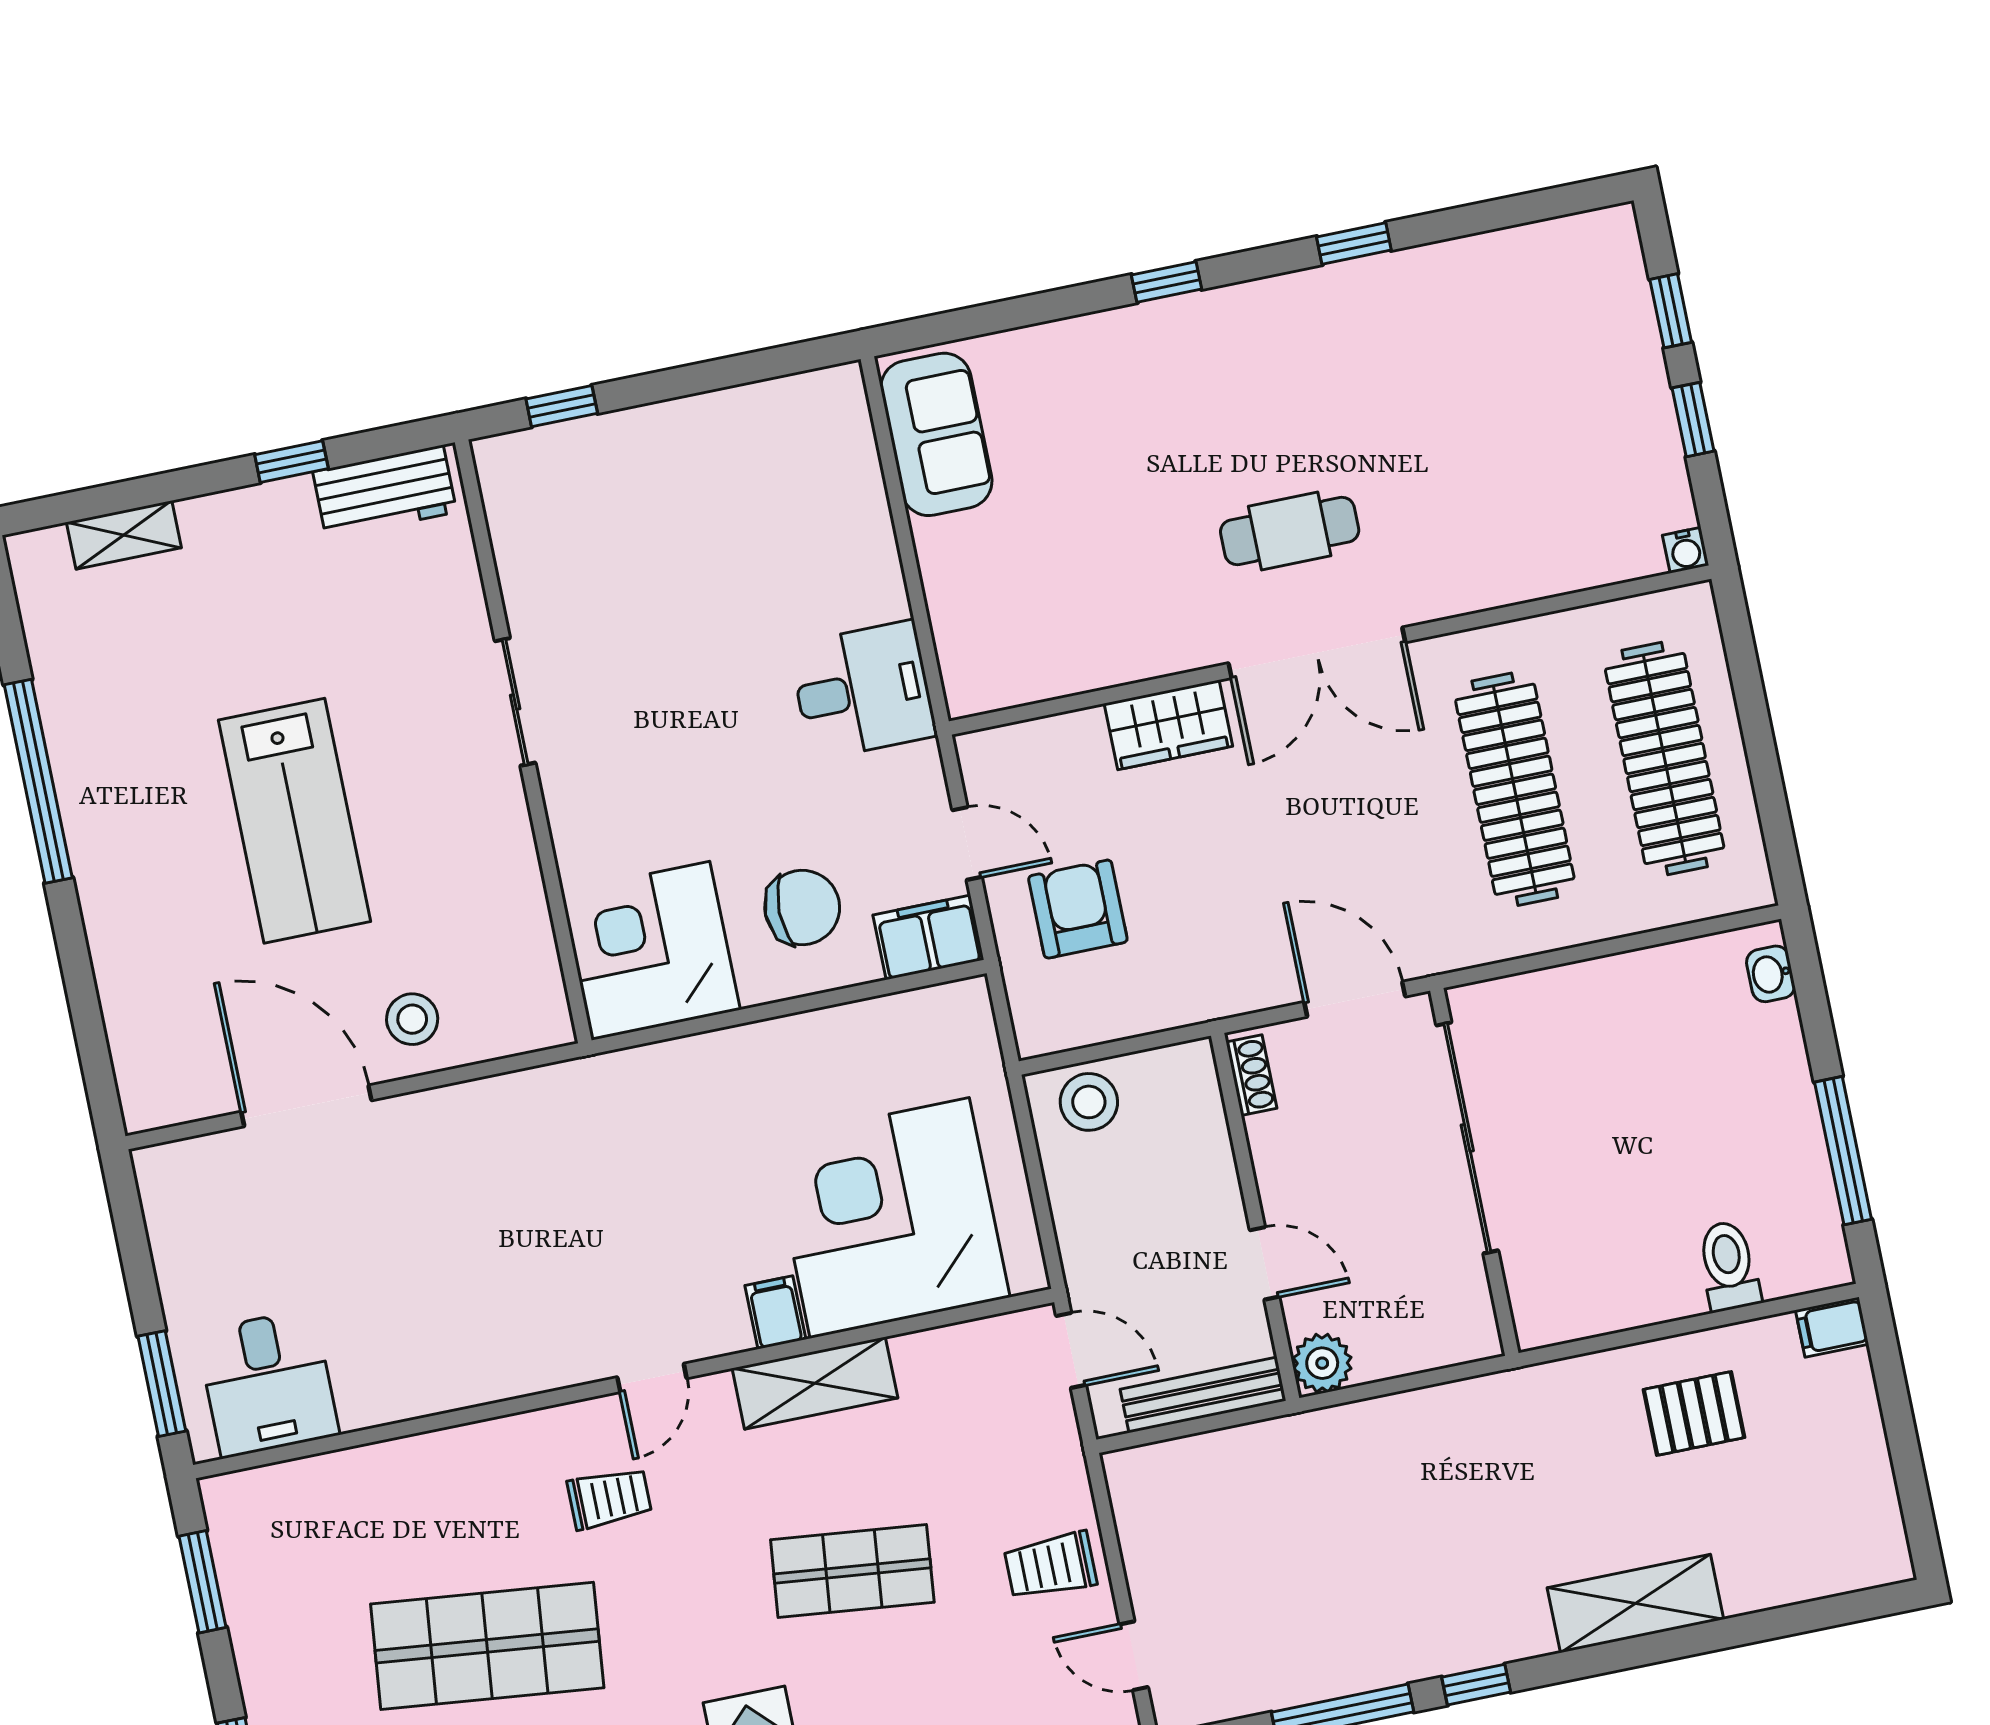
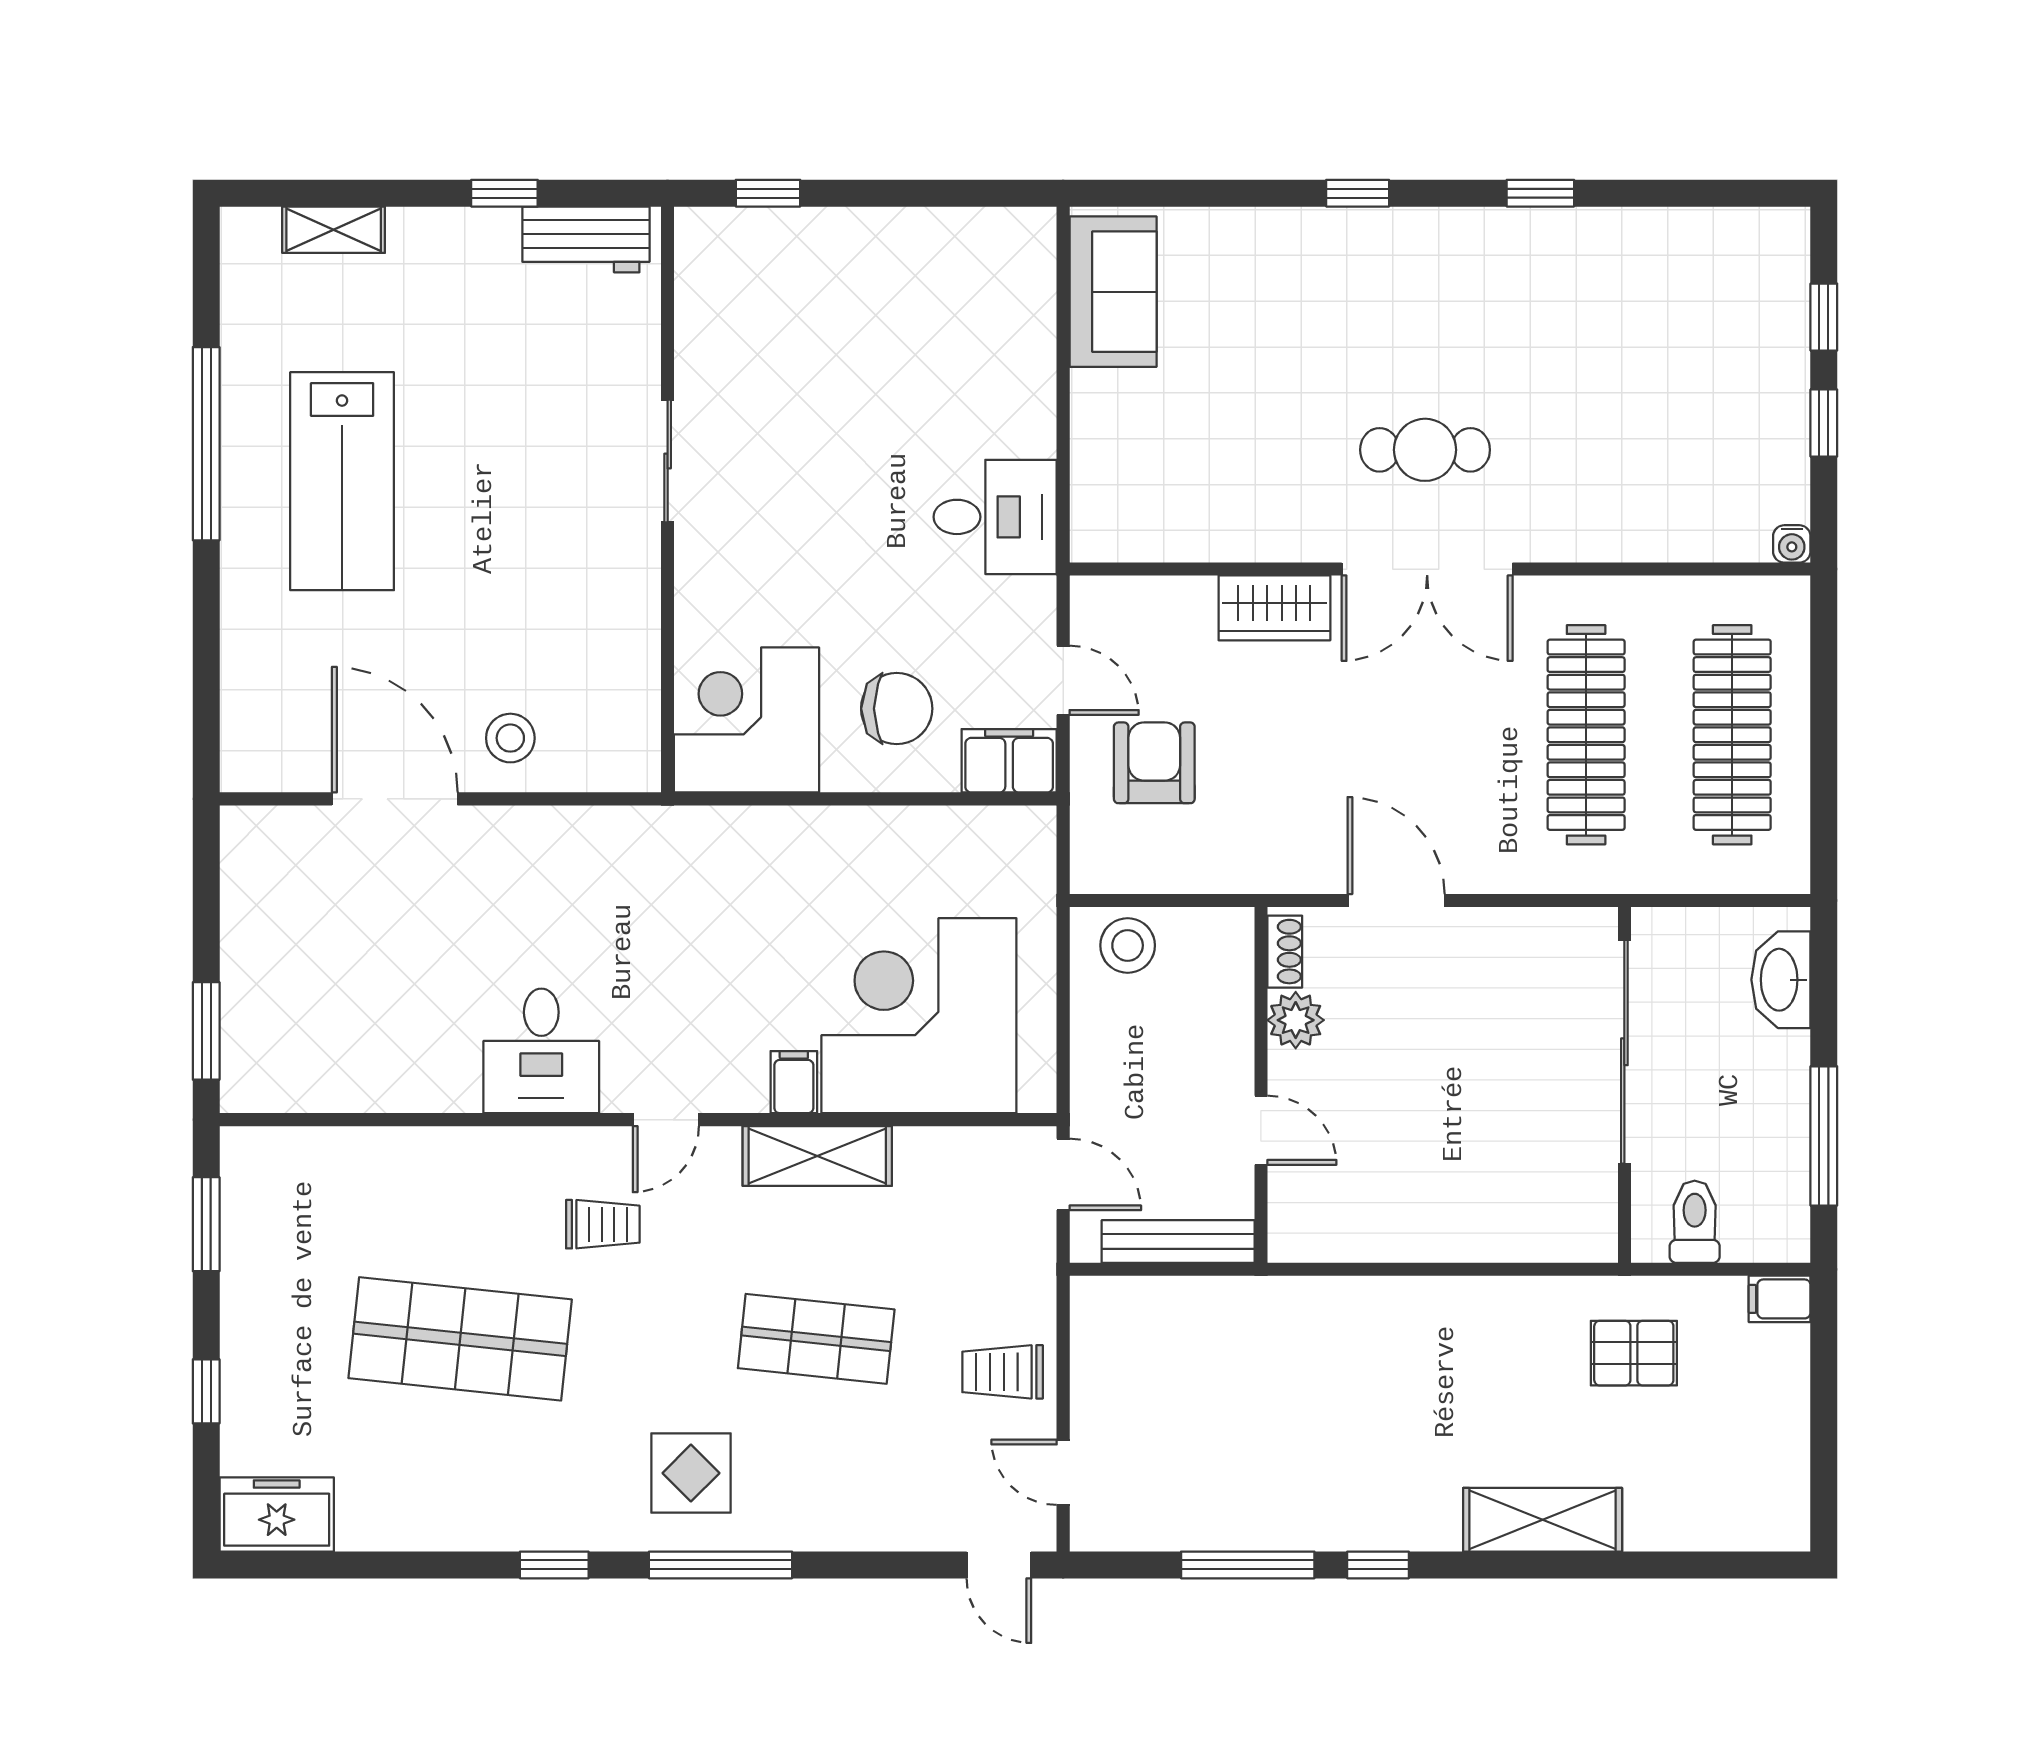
lab bench: (294, 821) -> (342, 481), moved
washbasin: (1771, 974) -> (1781, 980), width x1.91, depth x1.45
sliding door: (1467, 1138) -> (1624, 1052), moved
wall: (1474, 1172) -> (1624, 1085), moved
plant: (1322, 1363) -> (1296, 1020), moved
desk: (268, 1383) -> (541, 1051), moved

